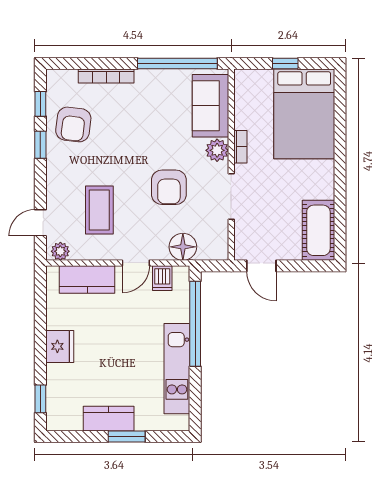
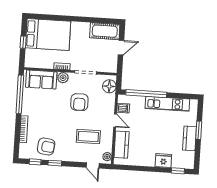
armchair: (169, 187) -> (79, 102), turned 90
floor lamp: (183, 247) -> (109, 86), moved
door: (261, 266) -> (121, 48), moved
fridge: (60, 346) -> (163, 160), moved

